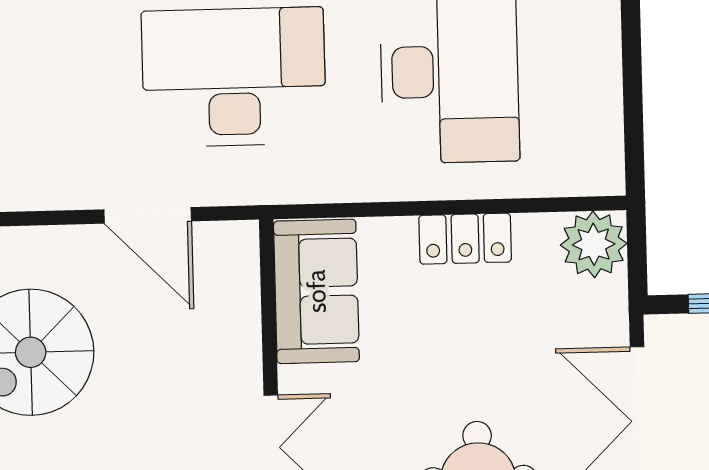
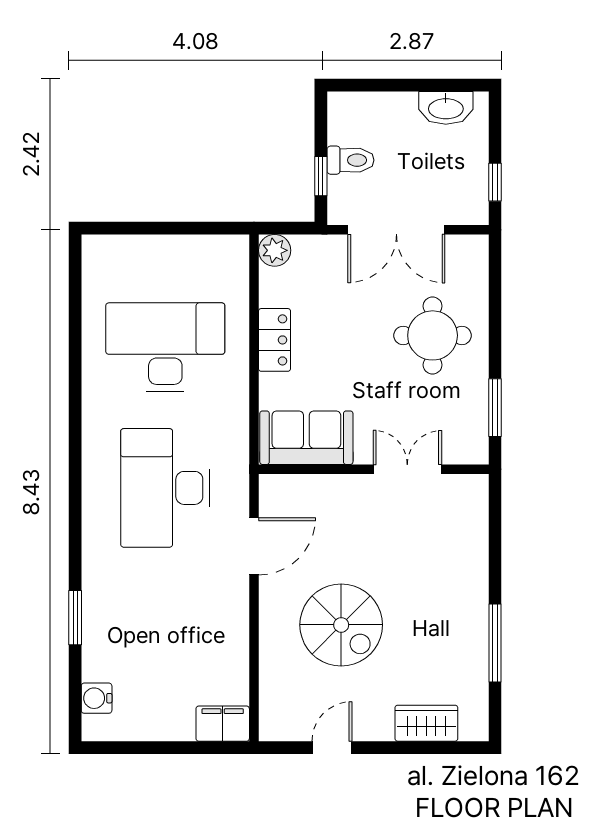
plant: (594, 244) -> (275, 250), width x0.73, depth x0.73

